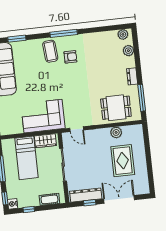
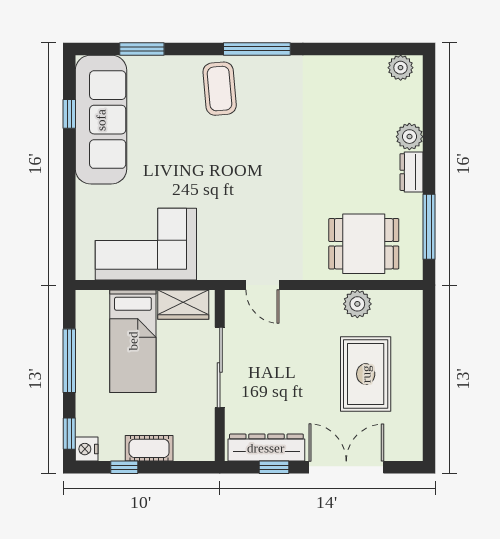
plant: (128, 51) -> (409, 137), moved
armchair: (70, 57) -> (267, 108), removed
corner sofa: (43, 116) -> (146, 244), moved
cot: (49, 199) -> (149, 448), moved

